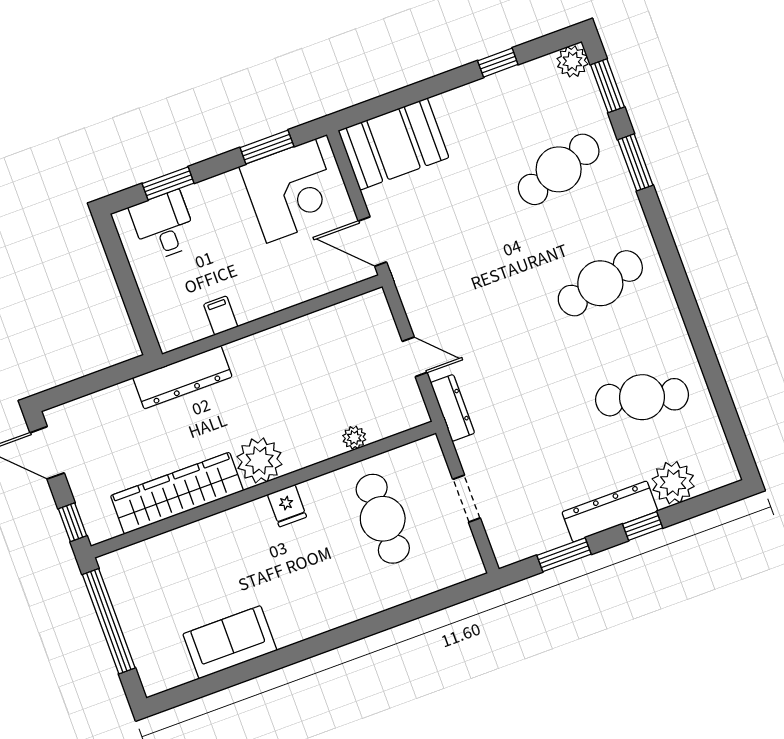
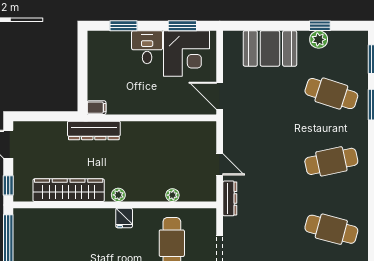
plant: (572, 61) -> (319, 39), moved
booth: (393, 144) -> (270, 48), moved
cafe table: (559, 169) -> (331, 94), turned 36
desk: (164, 226) -> (147, 47), moved
filing cabinet: (221, 315) -> (97, 108), moved, turned 90
plant: (259, 460) -> (118, 195), width x0.53, depth x0.53

